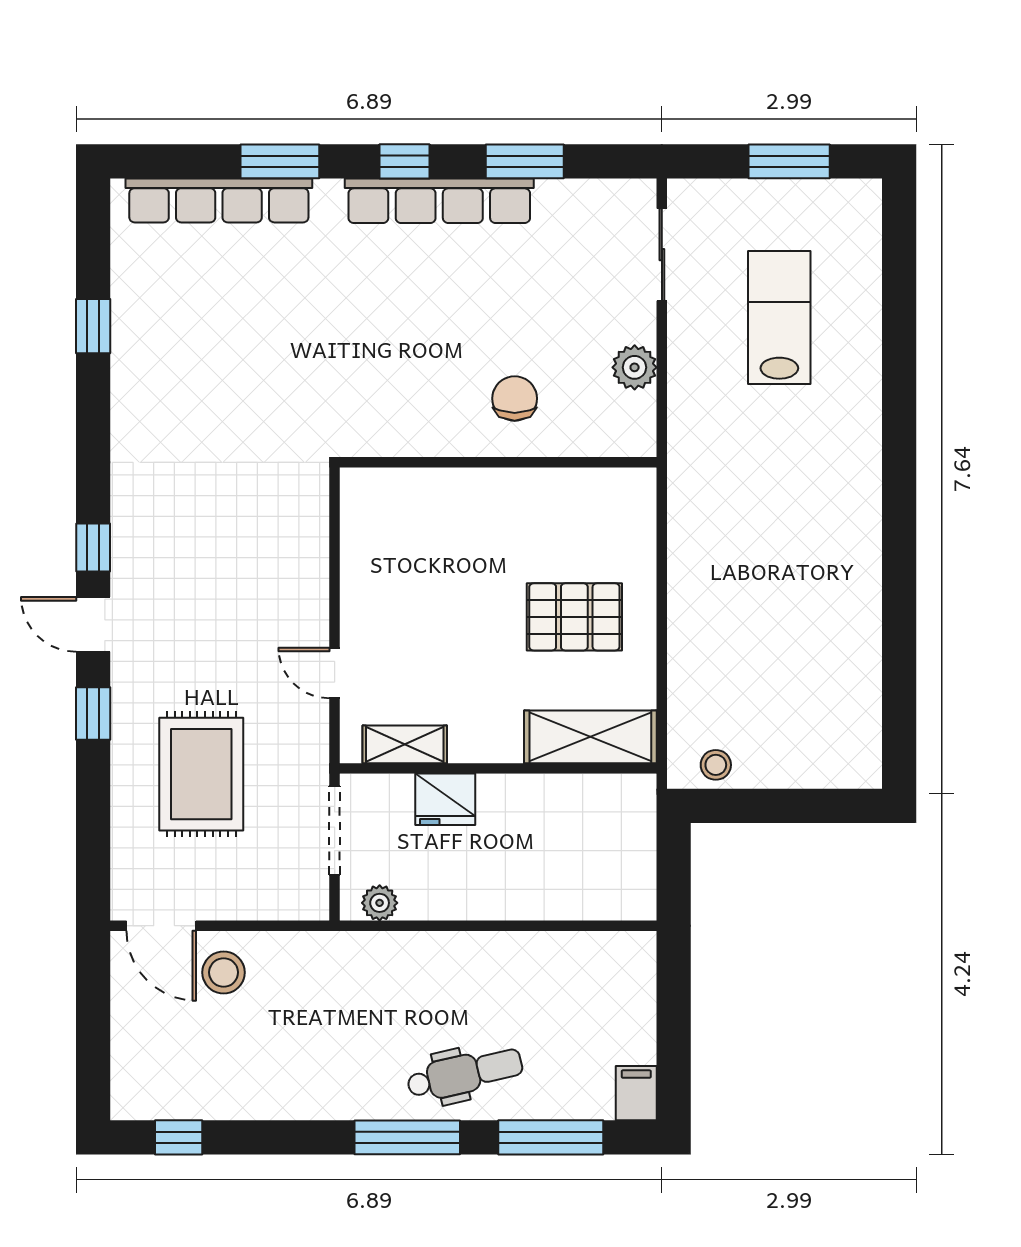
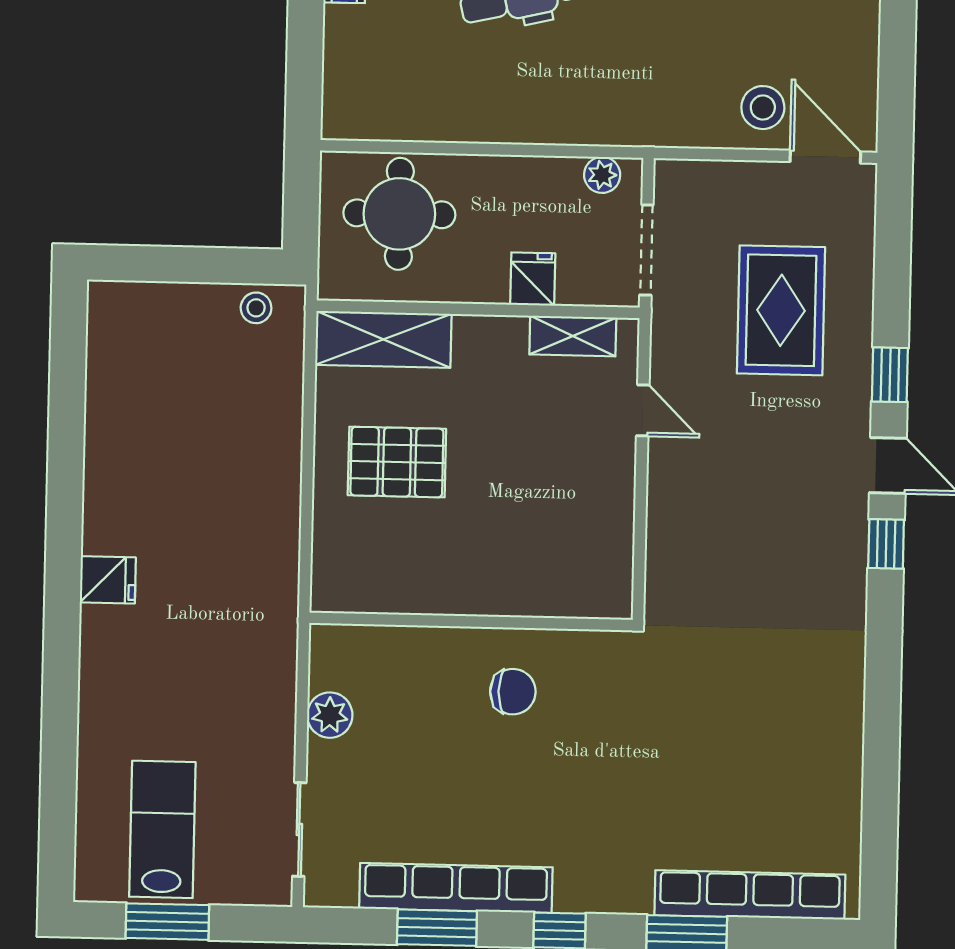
row of seats: (439, 201) -> (456, 888), moved
lab bench: (779, 318) -> (162, 829), moved, turned 180
window: (93, 326) -> (881, 770), removed
chair: (515, 398) -> (513, 692), moved, turned -90
fridge: (855, 495) -> (108, 580), added
fridge: (445, 799) -> (533, 279), width x0.72
round table: (577, 860) -> (399, 214), added

